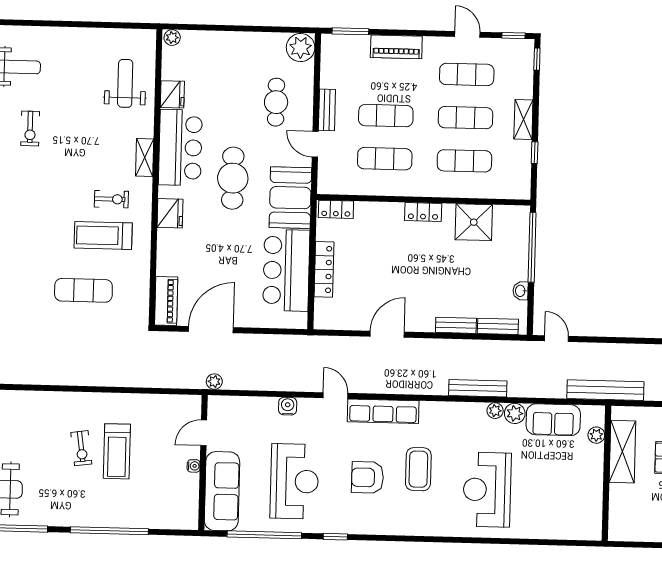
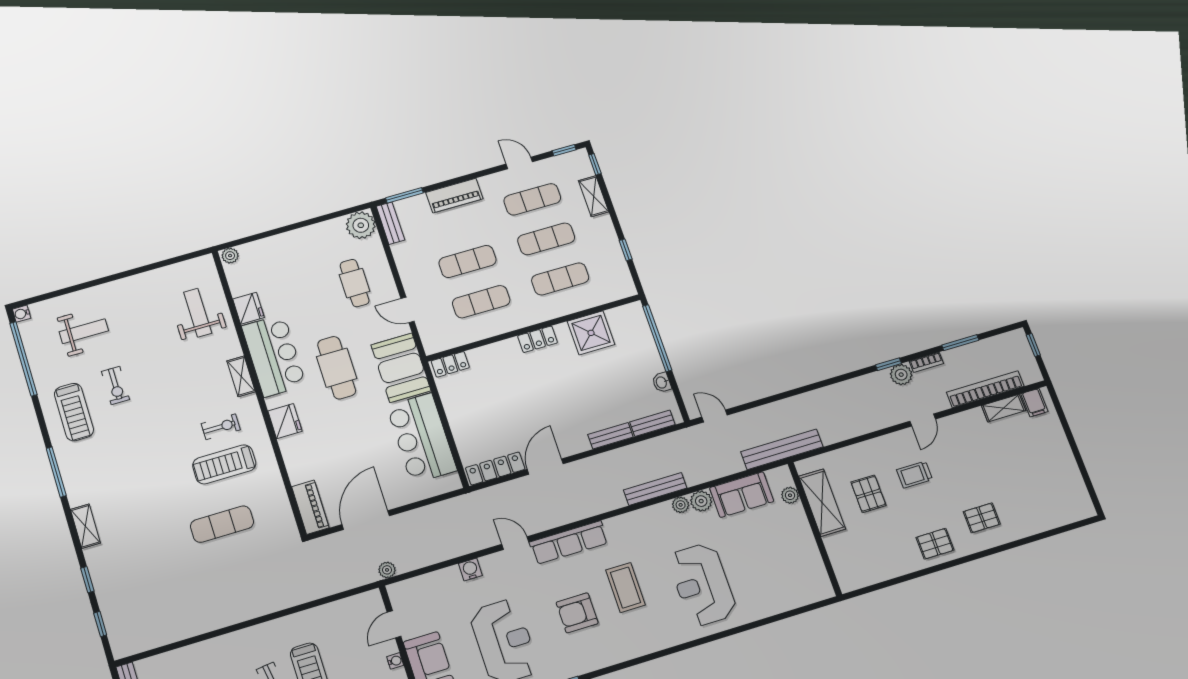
bench: (327, 110) -> (390, 223), moved
shelving: (523, 119) -> (594, 196), moved
locker: (324, 269) -> (495, 468), moved, turned -90

